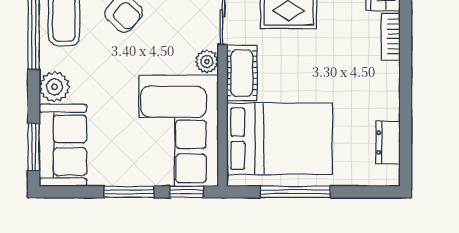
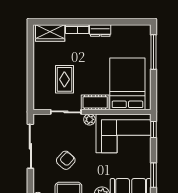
dresser: (388, 143) -> (100, 31), moved
window: (129, 192) -> (153, 175), moved
window: (295, 192) -> (153, 52), moved

